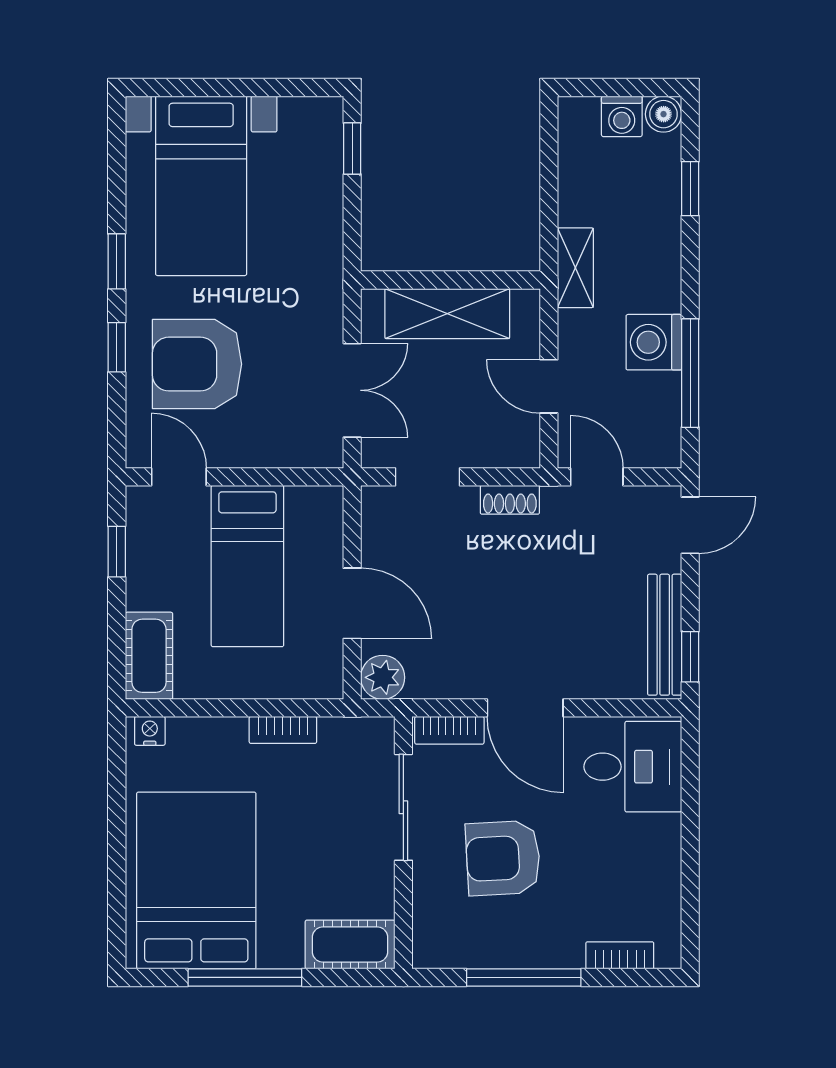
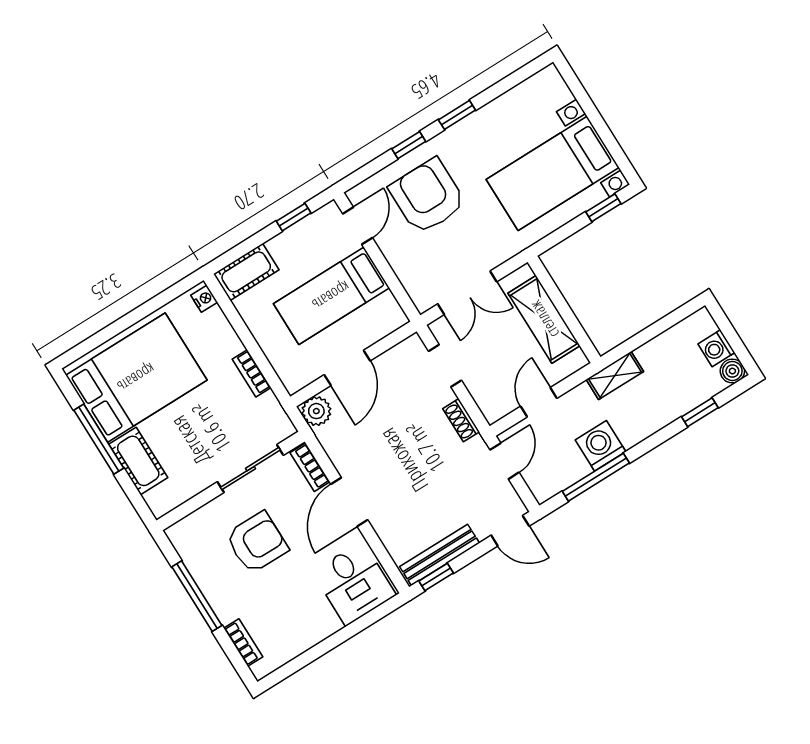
bed with nightstands: (201, 186) -> (553, 173), moved
armchair: (503, 858) -> (257, 542), turned 93
cot: (350, 945) -> (138, 461), moved

